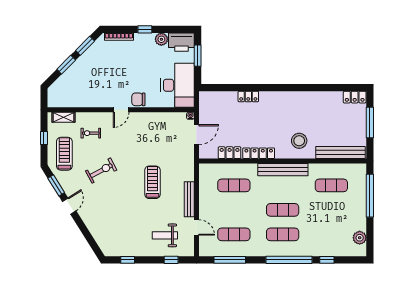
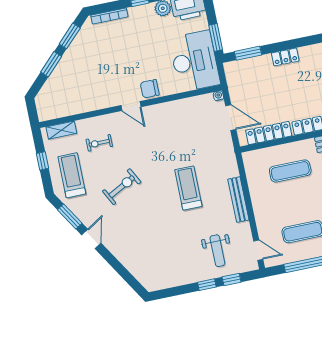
window: (198, 56) -> (216, 38), moved
window: (220, 88) -> (248, 53), added
door: (121, 110) -> (131, 106), hinge flipped
door: (196, 135) -> (231, 118), hinge flipped
locker: (230, 153) -> (269, 133), width x1.53
door: (196, 227) -> (258, 250), moved
weight bench: (165, 235) -> (217, 251), turned -90
window: (128, 260) -> (207, 285), moved

